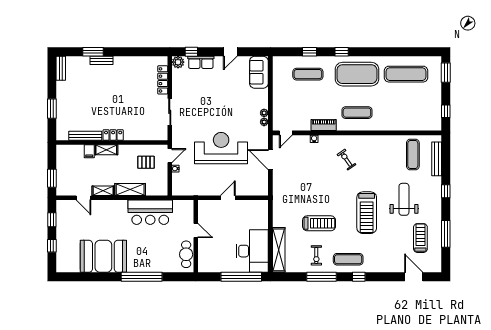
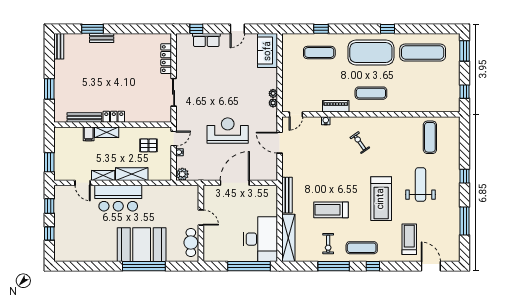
window: (342, 52) -> (387, 29), moved
plant: (178, 62) -> (182, 174), moved
reception desk: (221, 148) -> (228, 131), width x0.74, depth x0.77
bench: (437, 159) -> (287, 195), moved
door: (228, 198) -> (235, 183), width x1.88
bar counter: (150, 212) -> (118, 198), moved
treadmill: (319, 223) -> (331, 210), turned 180
treadmill: (420, 238) -> (409, 239), moved
booth: (103, 256) -> (142, 245), moved

